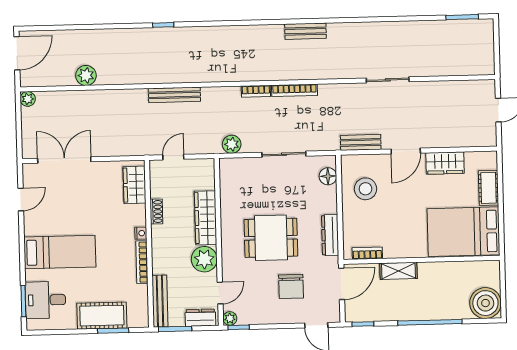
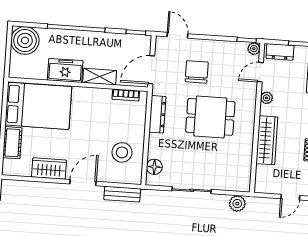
plant: (204, 259) -> (267, 98), width x0.53, depth x0.53
freezer: (437, 274) -> (65, 70), added

